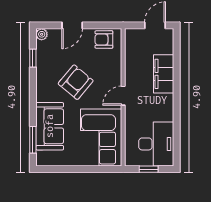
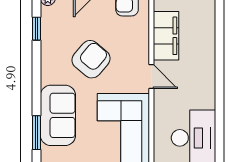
filing cabinet: (164, 74) -> (166, 36), moved, turned 180
door: (123, 96) -> (151, 76), swing flipped

